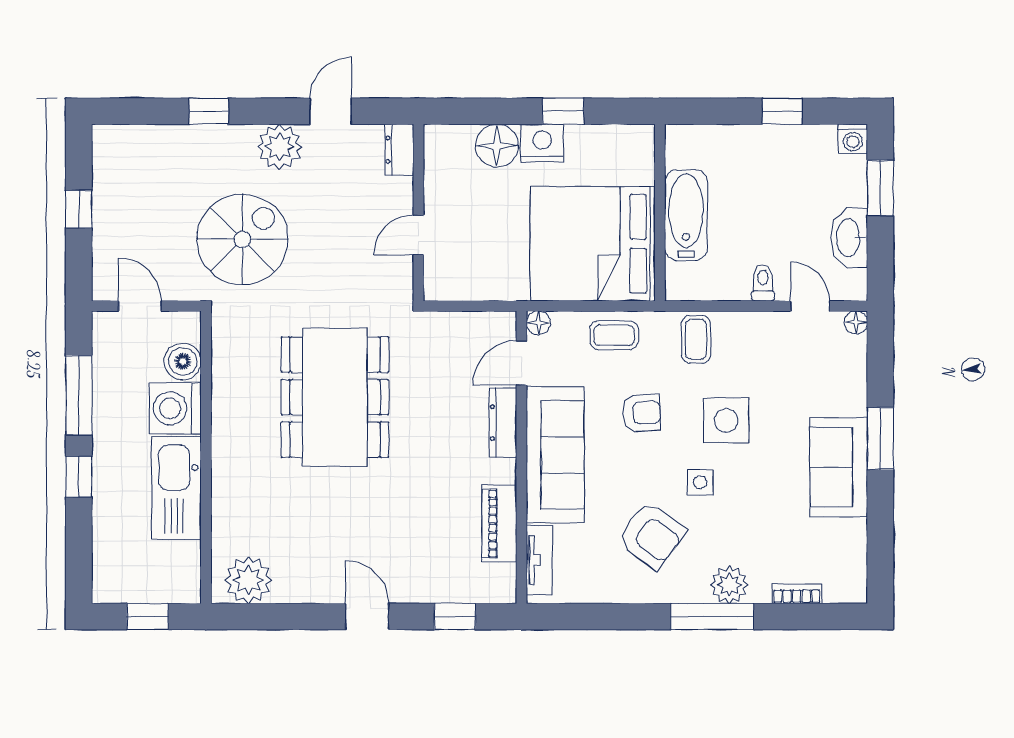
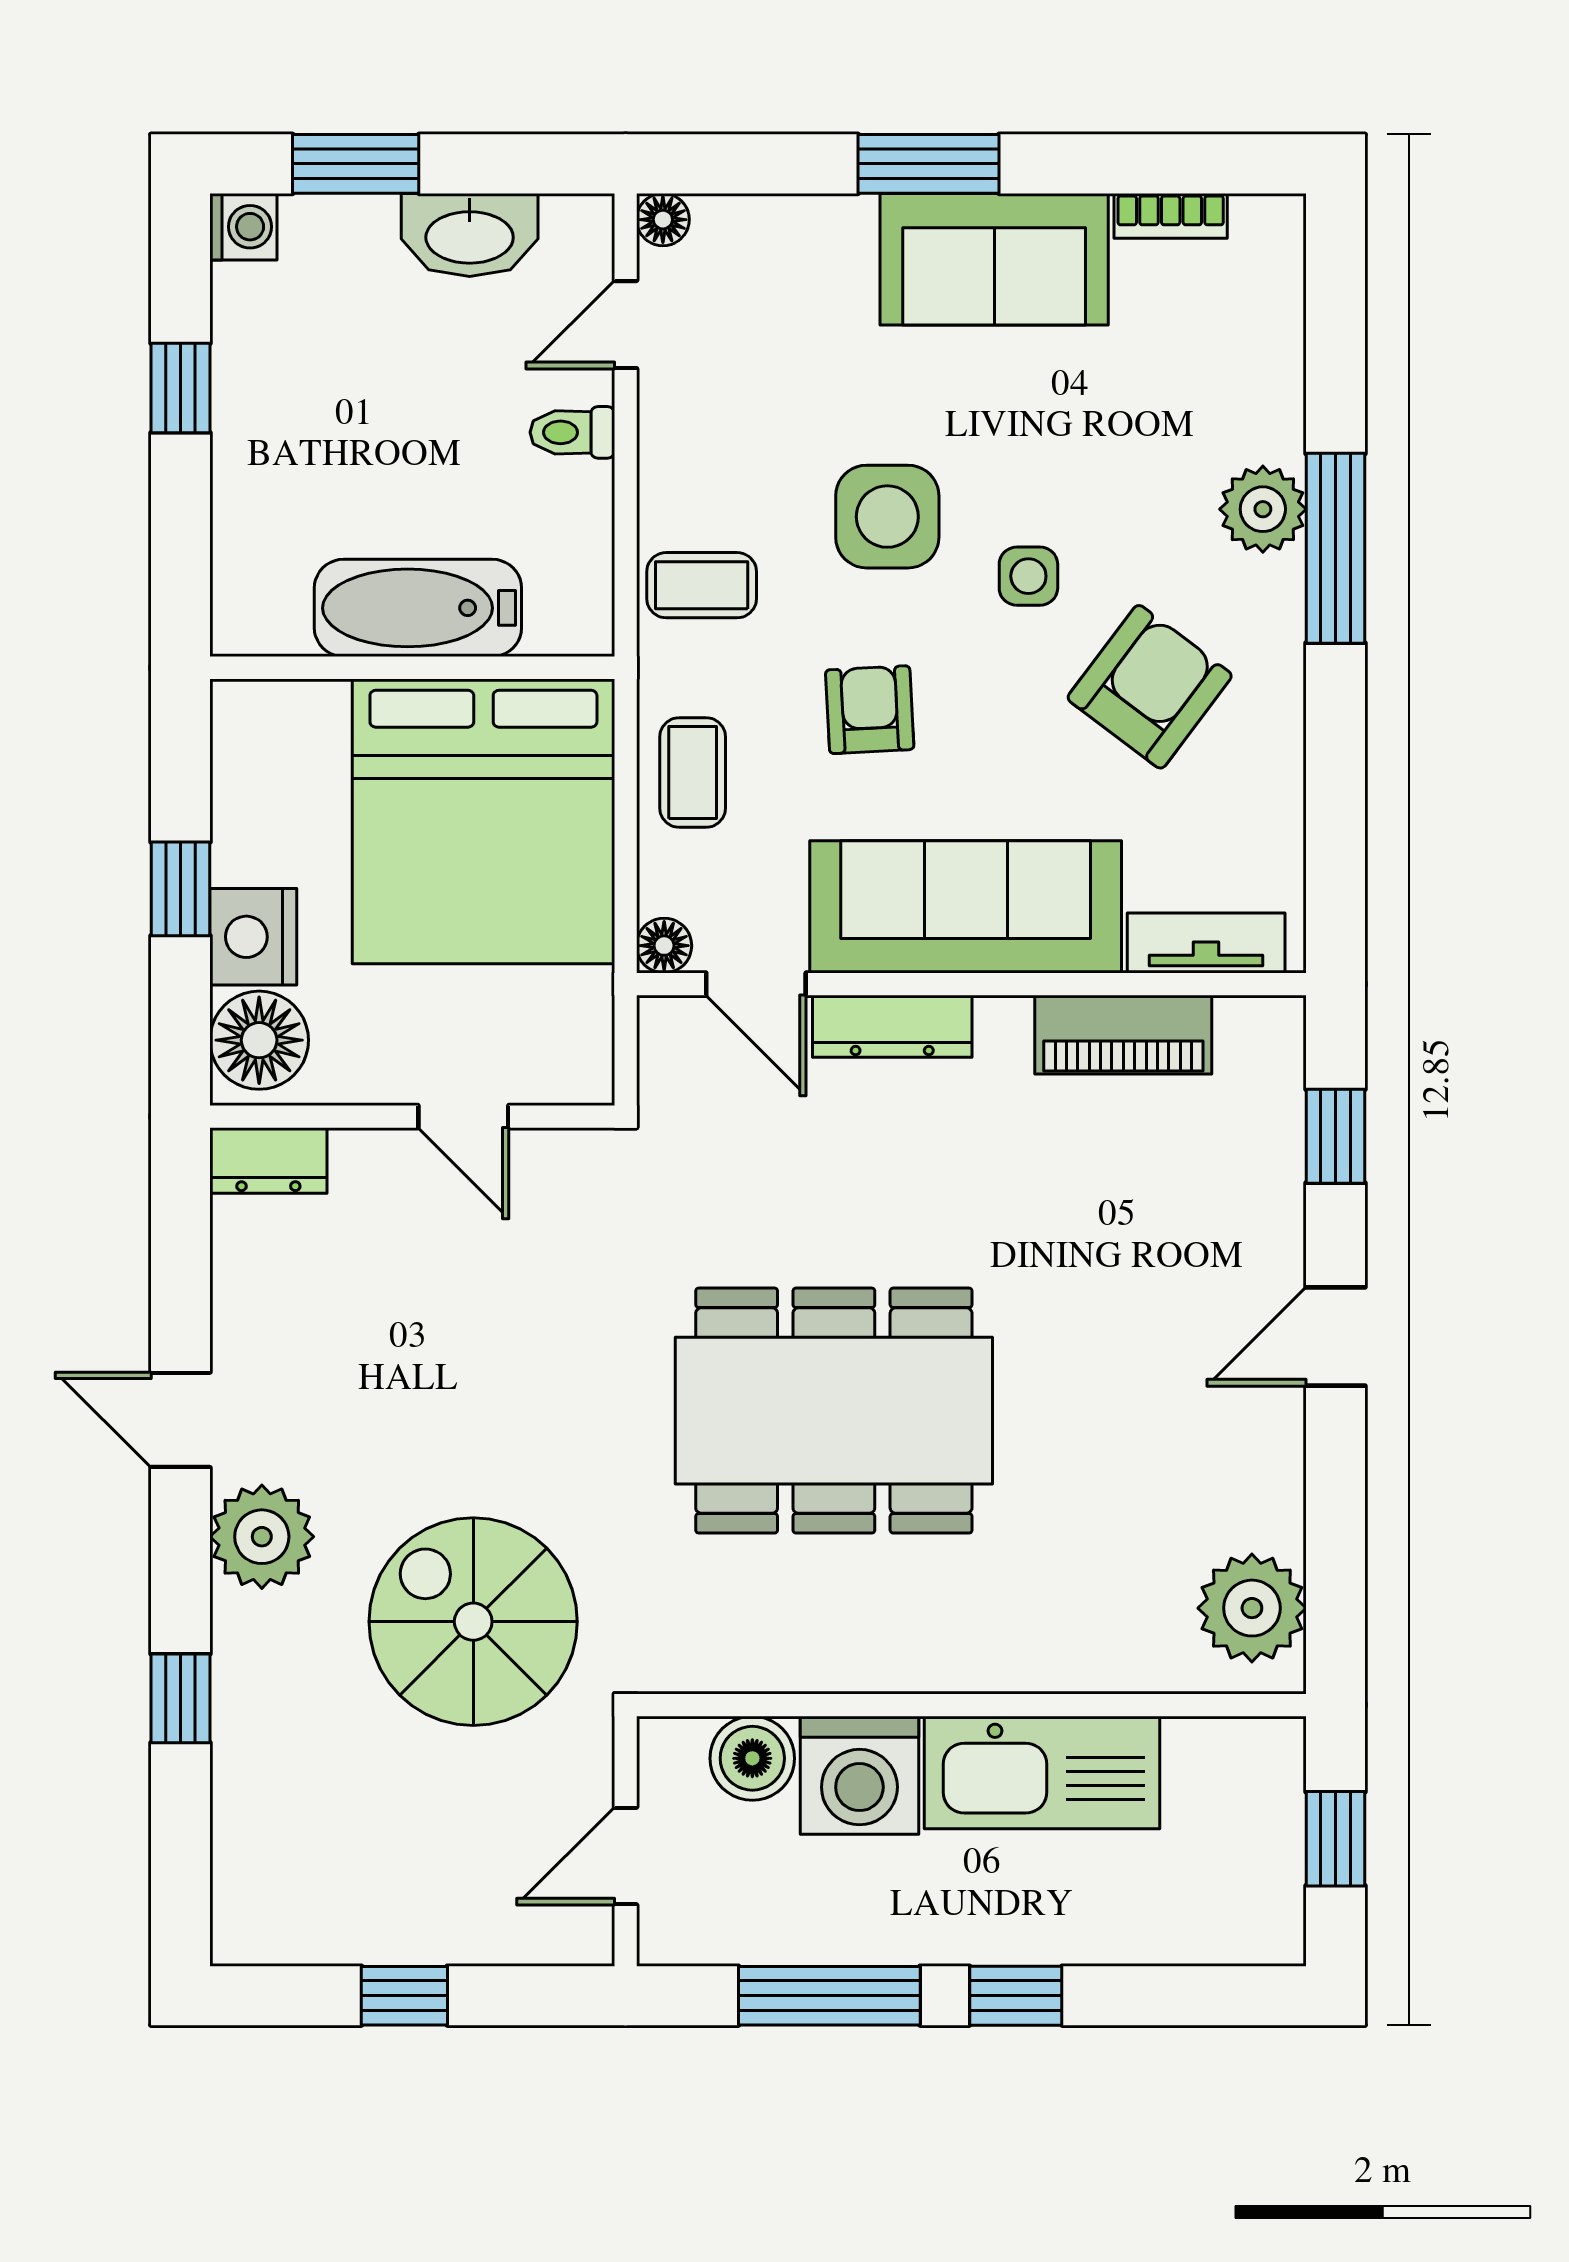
dresser: (399, 150) -> (268, 1160), moved
wall: (418, 213) -> (412, 1117), moved
door: (418, 235) -> (463, 1117), moved
bookcase: (797, 594) -> (1171, 216), moved, turned -90

